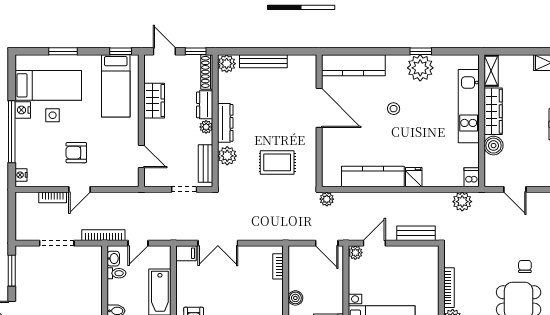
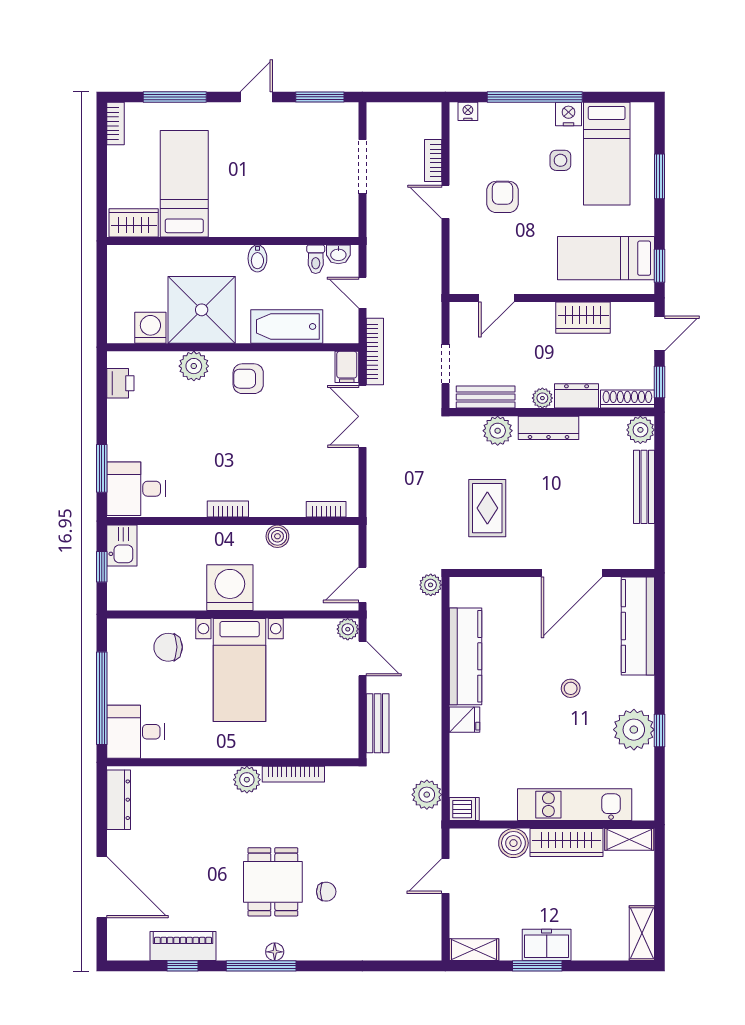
bookcase: (103, 235) -> (375, 352), moved

